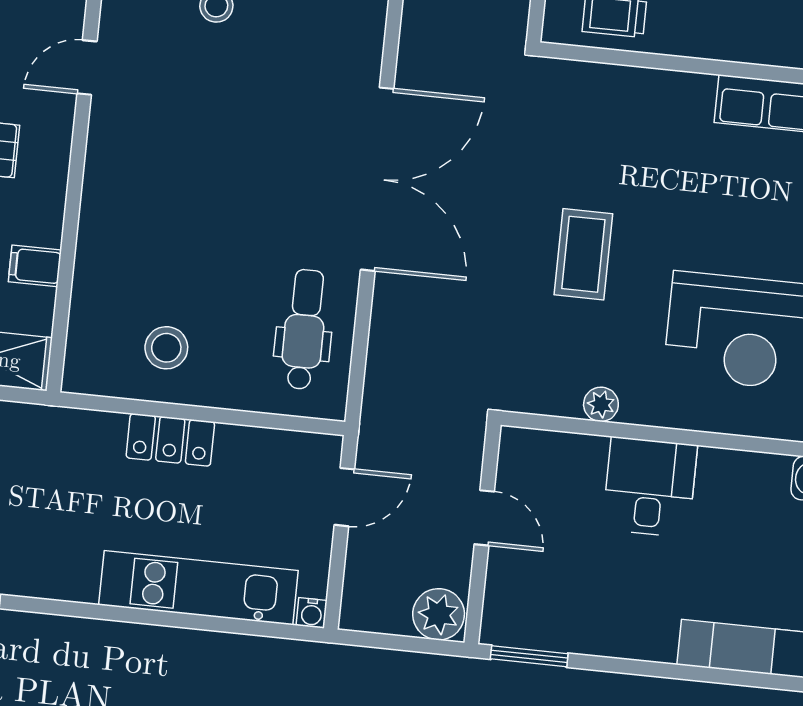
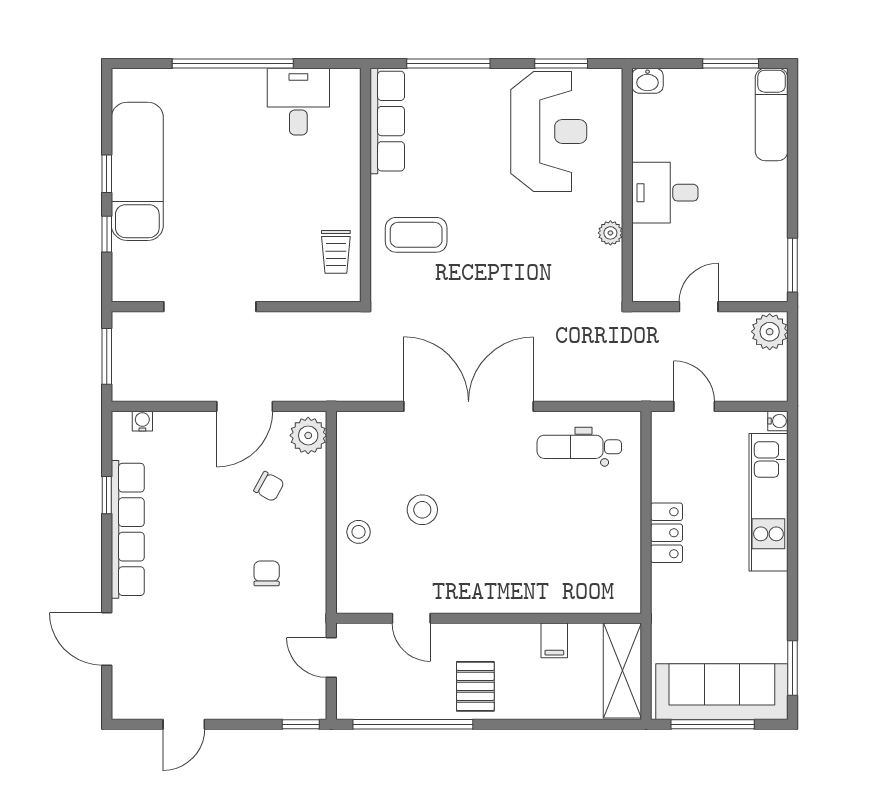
coffee table: (583, 254) -> (416, 235), moved
stool: (166, 348) -> (422, 510), moved

